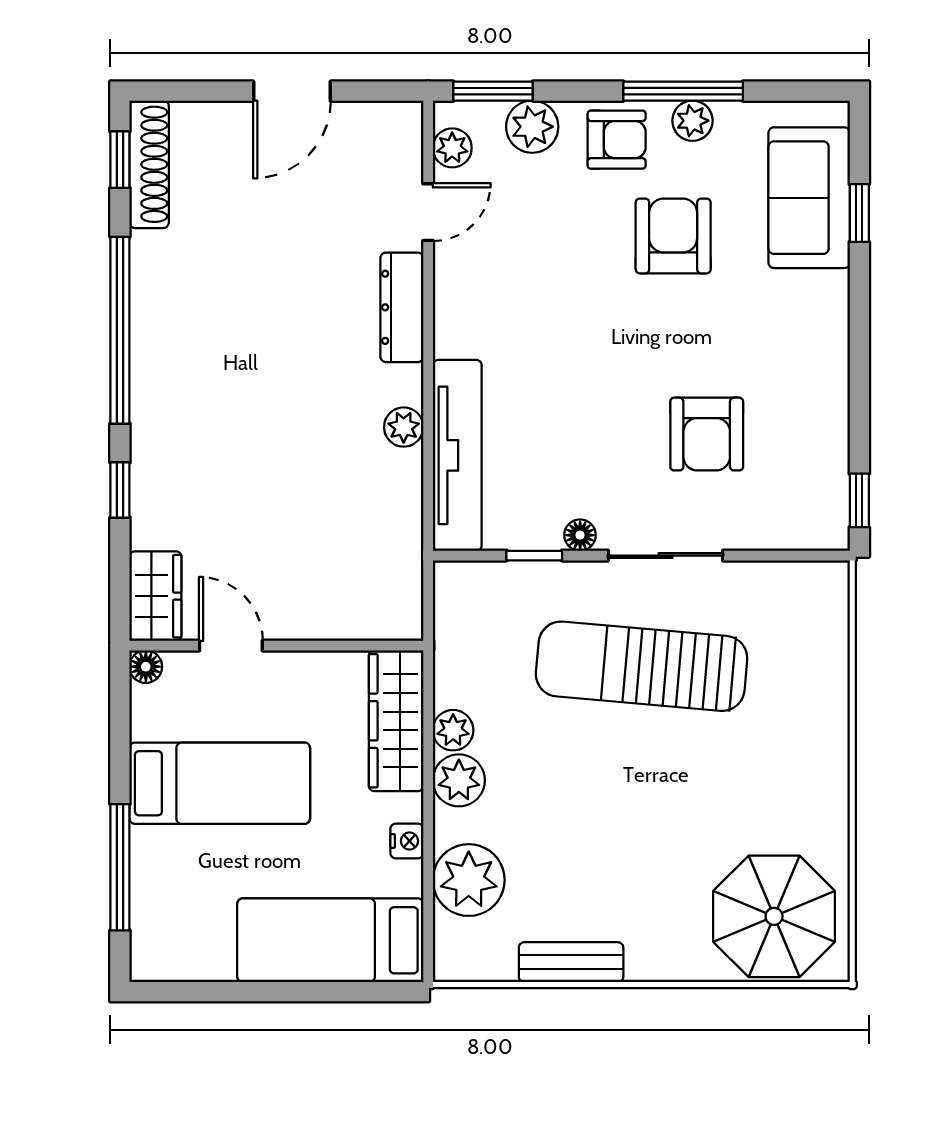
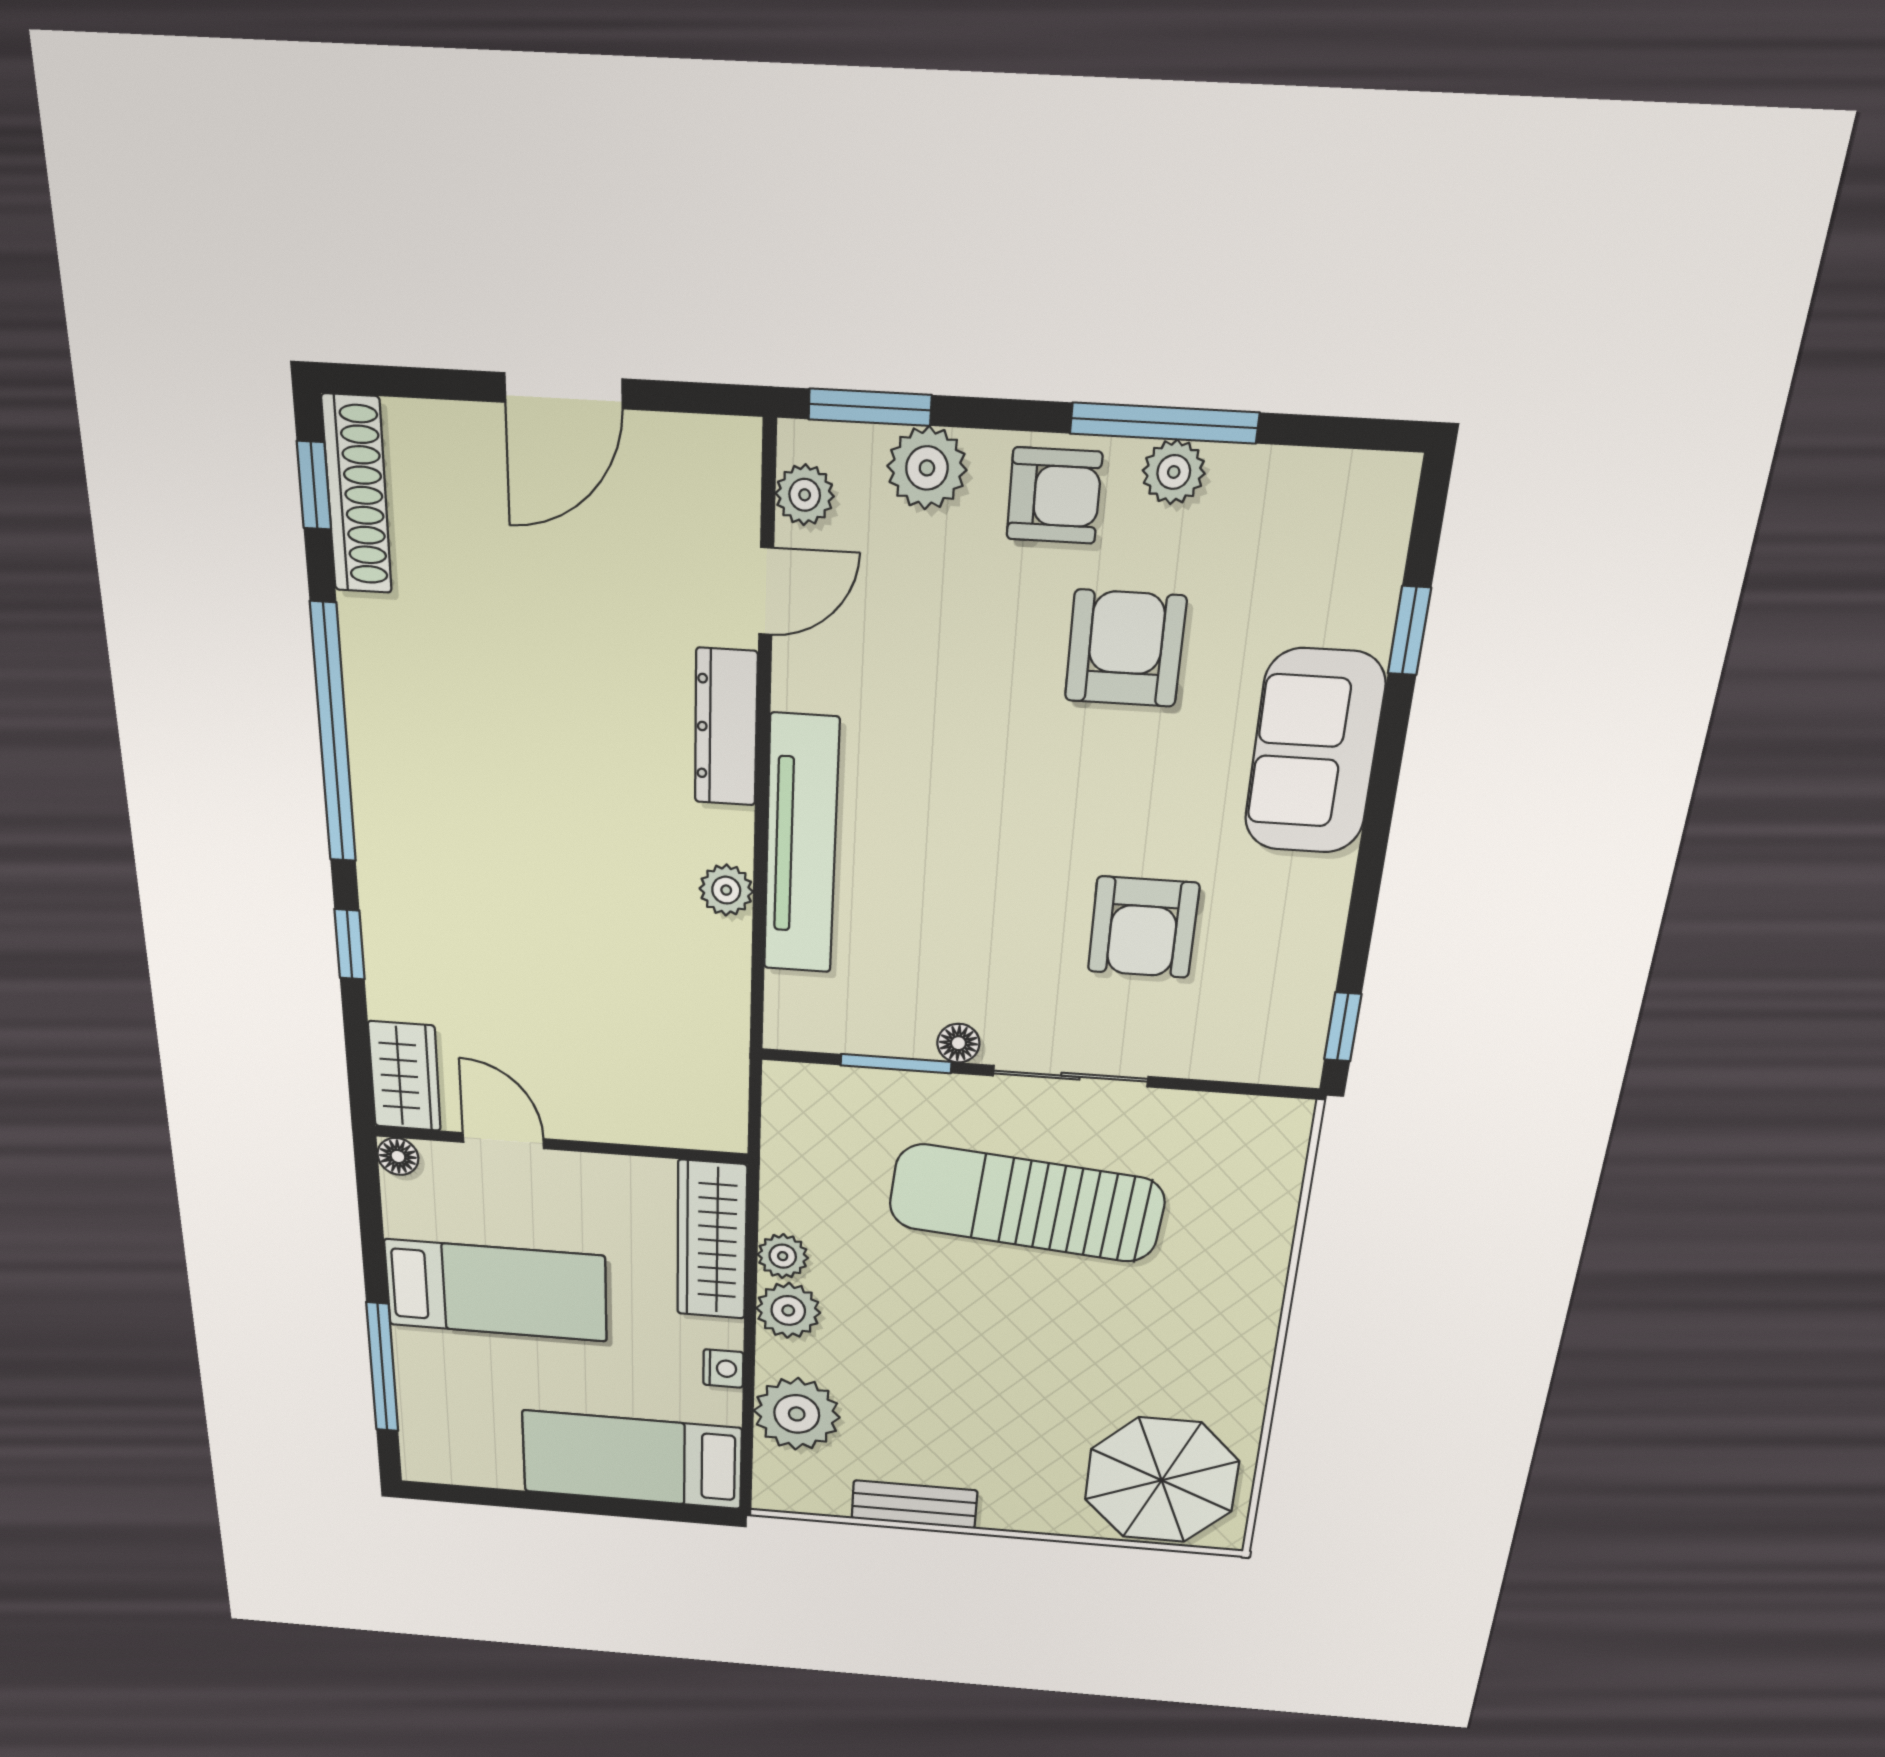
sofa: (809, 198) -> (1314, 752), moved
tv unit: (457, 455) -> (801, 846), moved
window: (534, 556) -> (896, 1064), width x1.50

